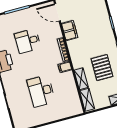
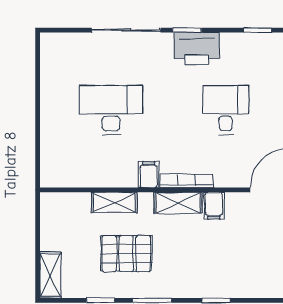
filing cabinet: (70, 31) -> (214, 206), width x0.50
shelving: (87, 100) -> (178, 203), moved

